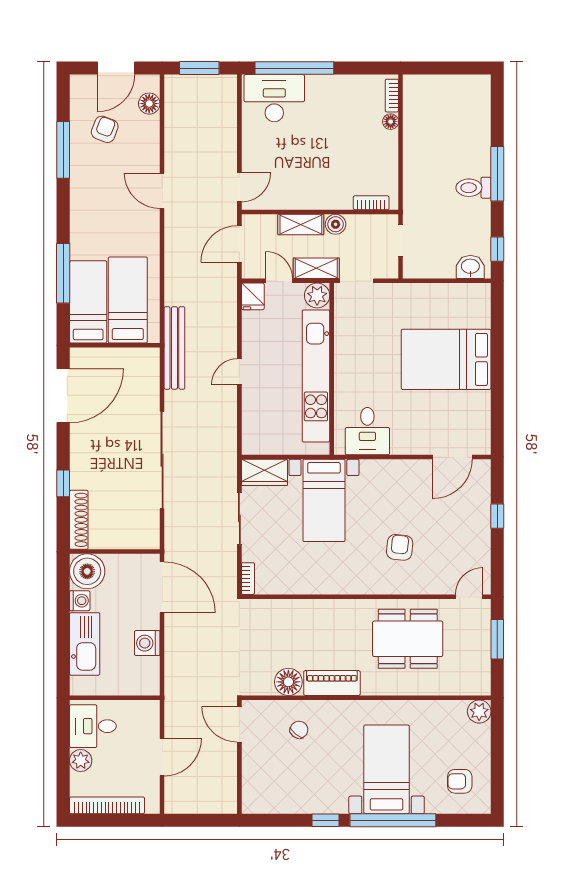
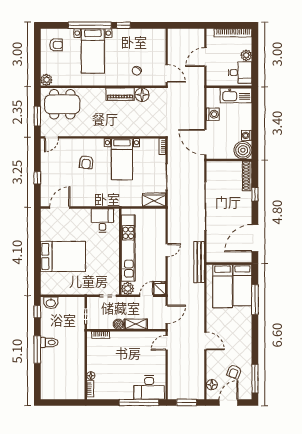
window: (63, 150) -> (255, 379), moved
shelving: (316, 268) -> (128, 302), removed
door: (279, 281) -> (147, 296), swing flipped
bed with nightstands: (324, 500) -> (122, 159), moved, turned 180
dining table: (408, 639) -> (62, 104), moved
kitchen sink: (85, 644) -> (236, 95), moved, turned -90

